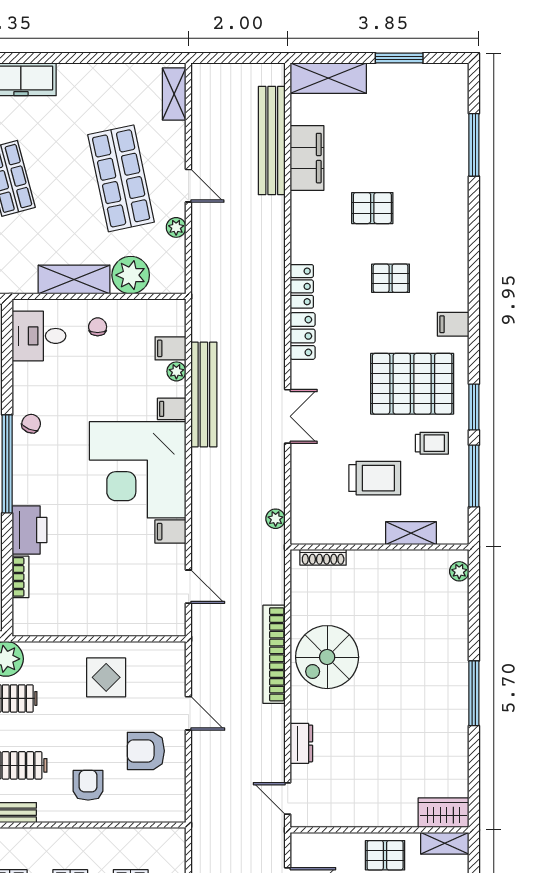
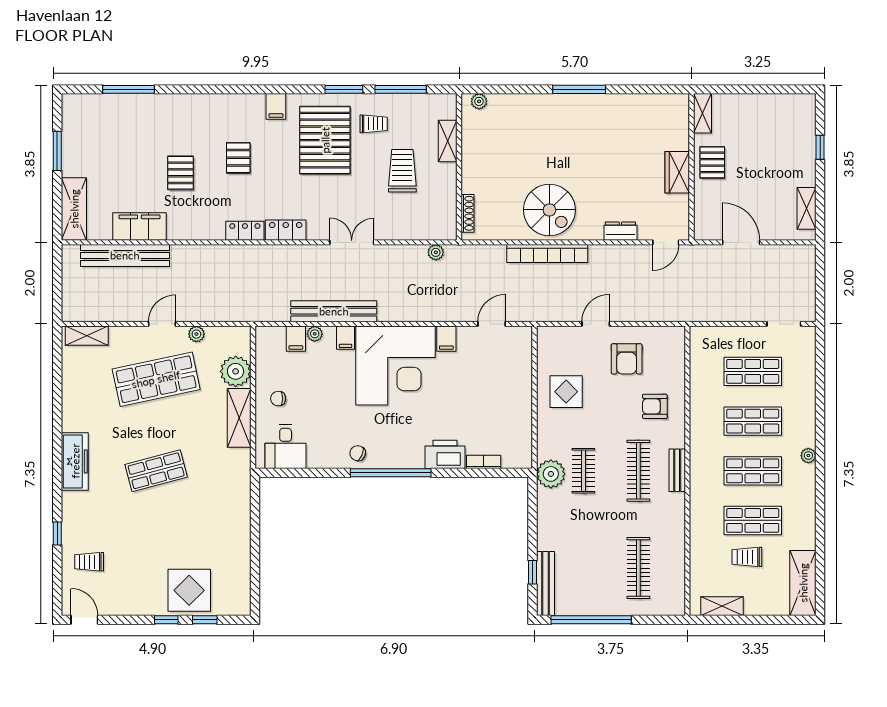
trolley: (432, 443) -> (374, 124), turned 90
wardrobe: (443, 813) -> (677, 172), moved

